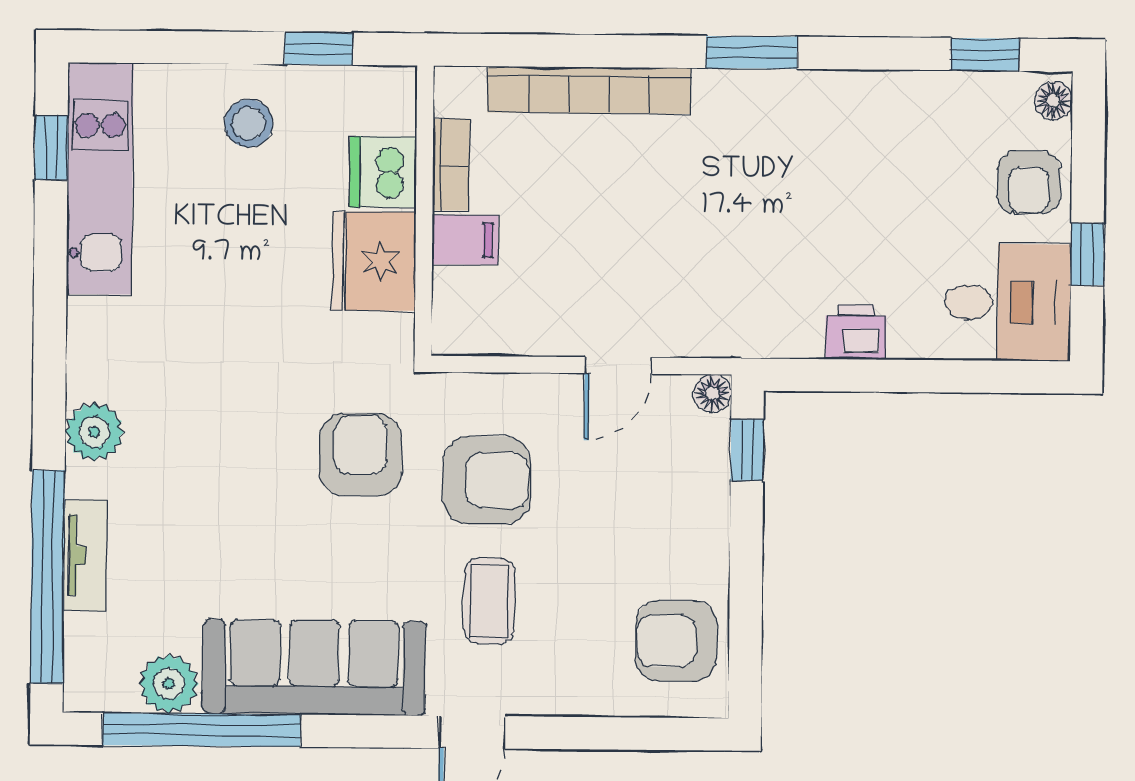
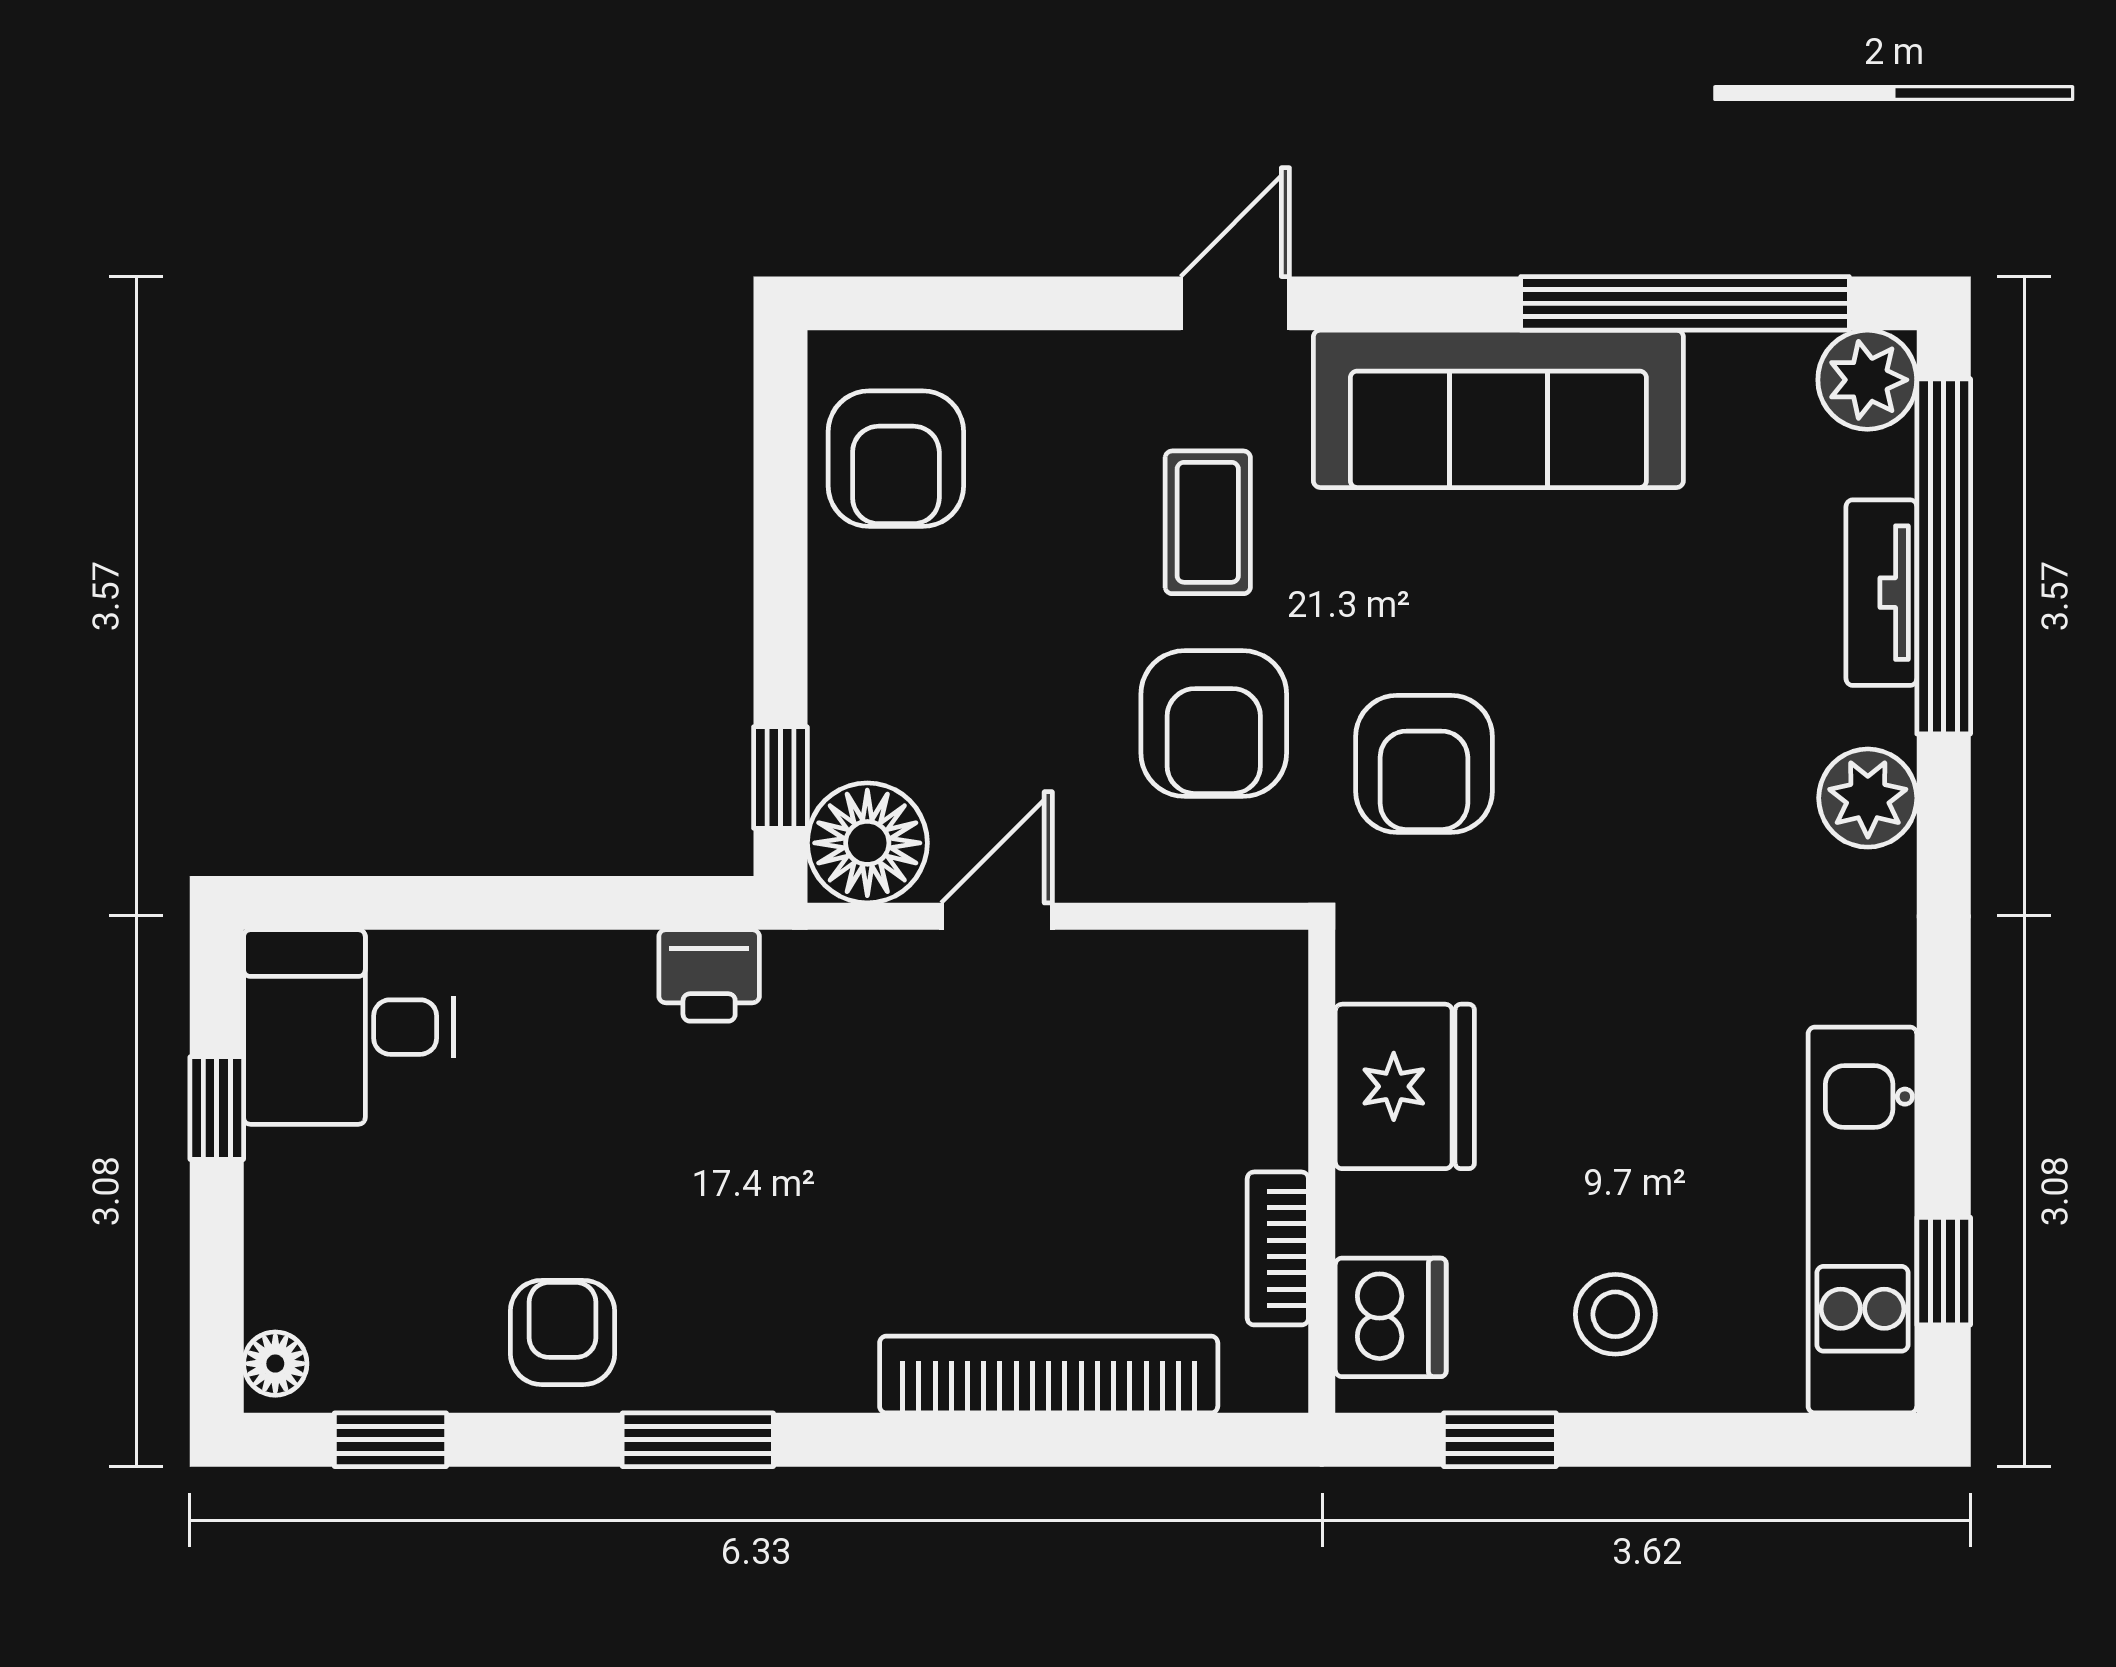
window: (751, 52) -> (698, 1440), moved
dishwasher: (383, 172) -> (1391, 1317), moved
armchair: (1029, 182) -> (562, 1332), moved
filing cabinet: (465, 240) -> (1253, 1123), removed
printer: (856, 332) -> (709, 975), moved
floor lamp: (712, 393) -> (867, 843), width x1.89, depth x1.89
armchair: (487, 480) -> (1214, 724), turned -90
armchair: (676, 641) -> (896, 459), turned 90
plant: (169, 684) -> (1867, 380), moved

